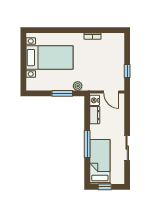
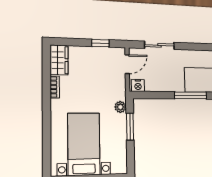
wardrobe: (113, 39) -> (59, 60), added
dresser: (95, 115) -> (156, 86), removed
sliding door: (127, 148) -> (159, 45), moved

